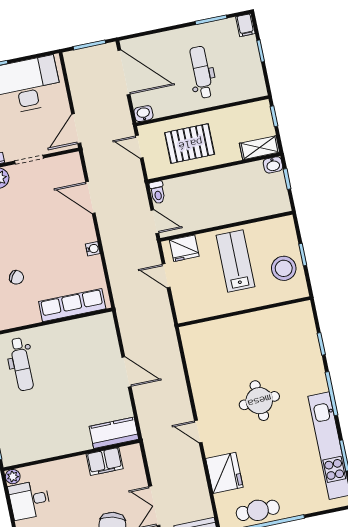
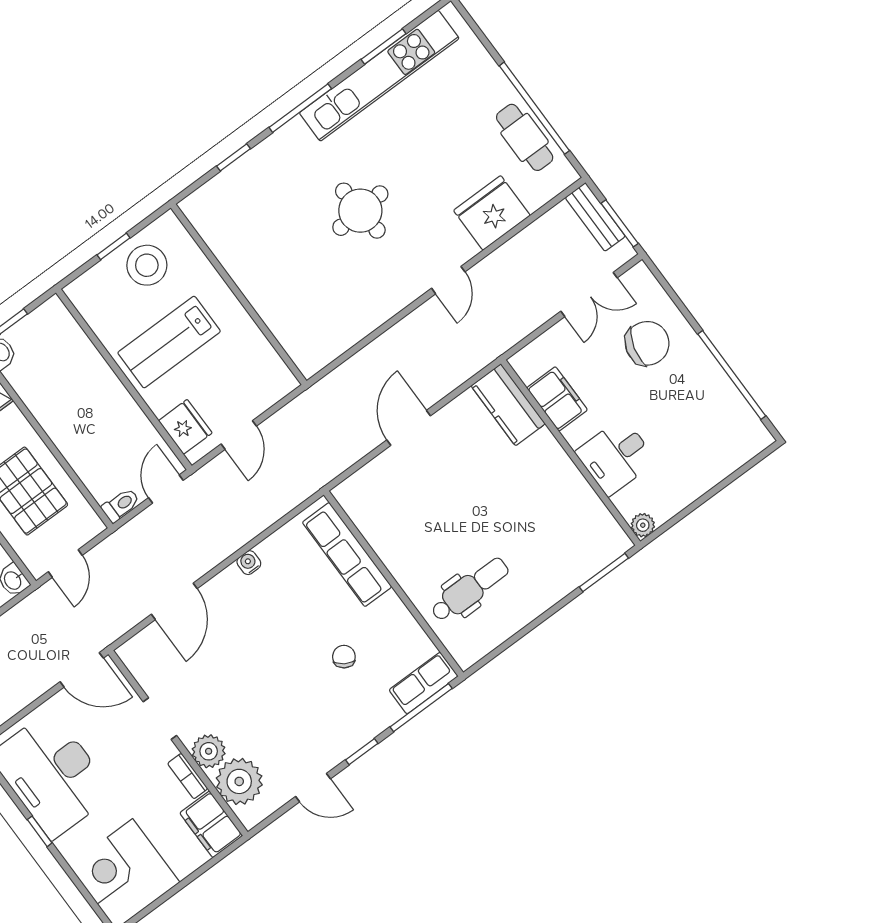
desk: (30, 500) -> (616, 456), moved, turned 90

